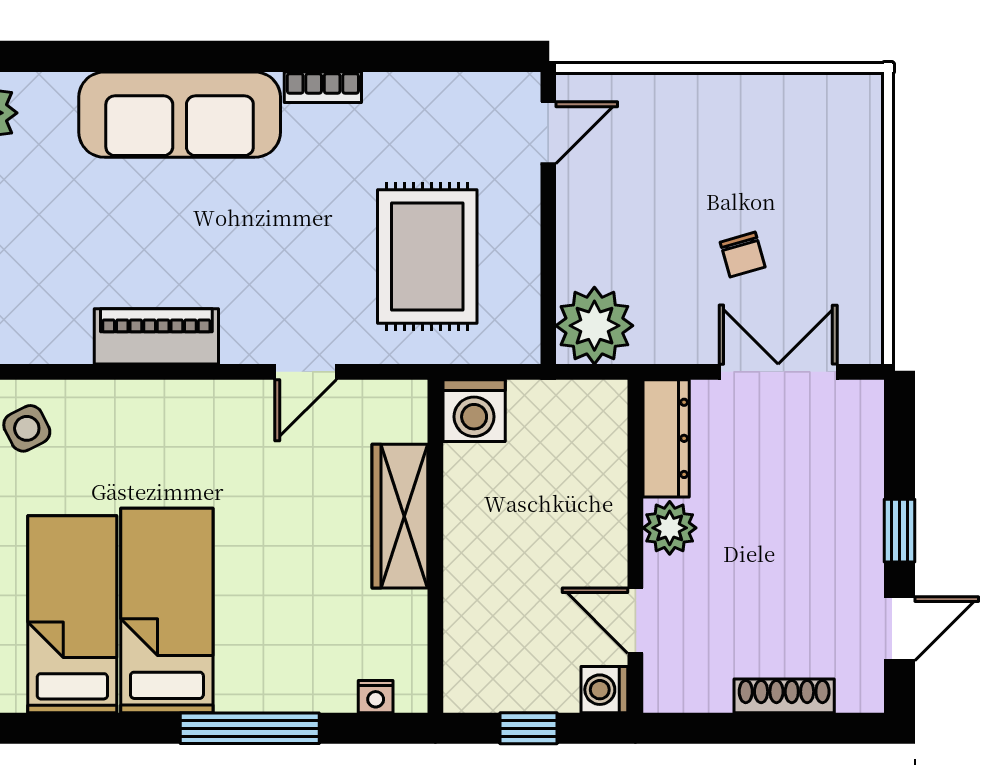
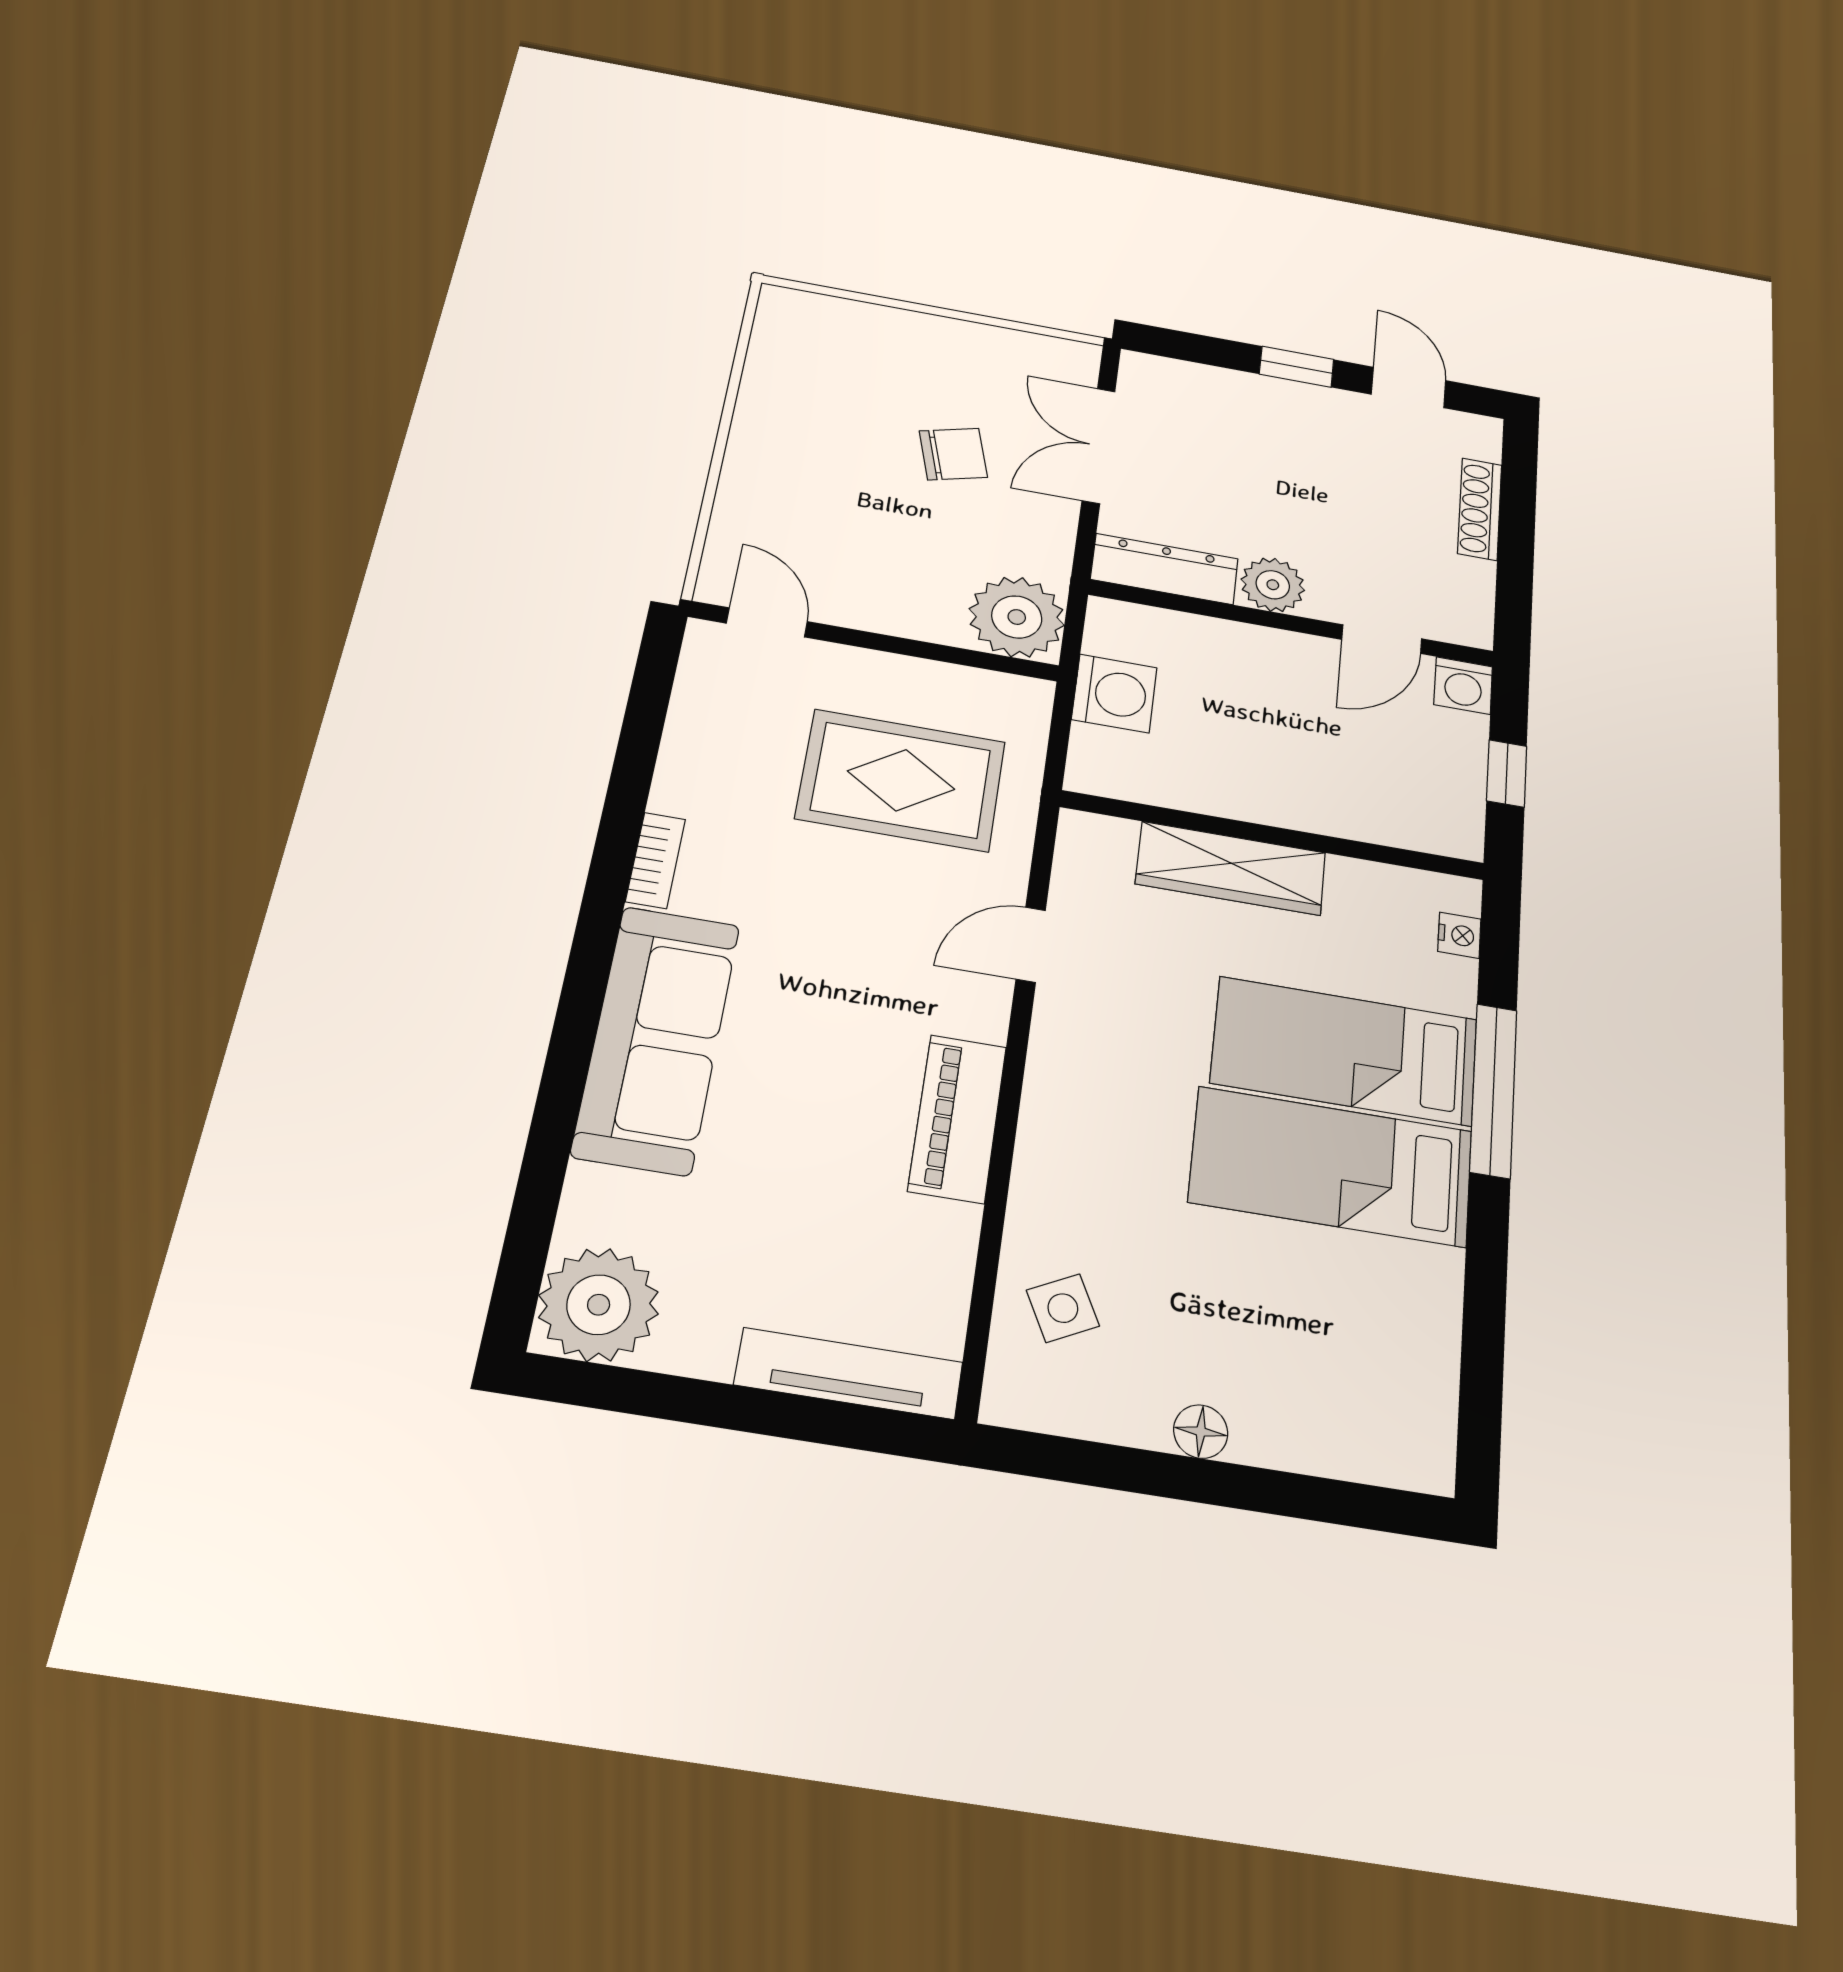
chair: (743, 255) -> (953, 454), width x1.37, depth x1.37
door: (306, 372) -> (1031, 945), swing flipped
washing machine: (474, 411) -> (1114, 693), moved
bed: (72, 614) -> (1345, 1051), moved

